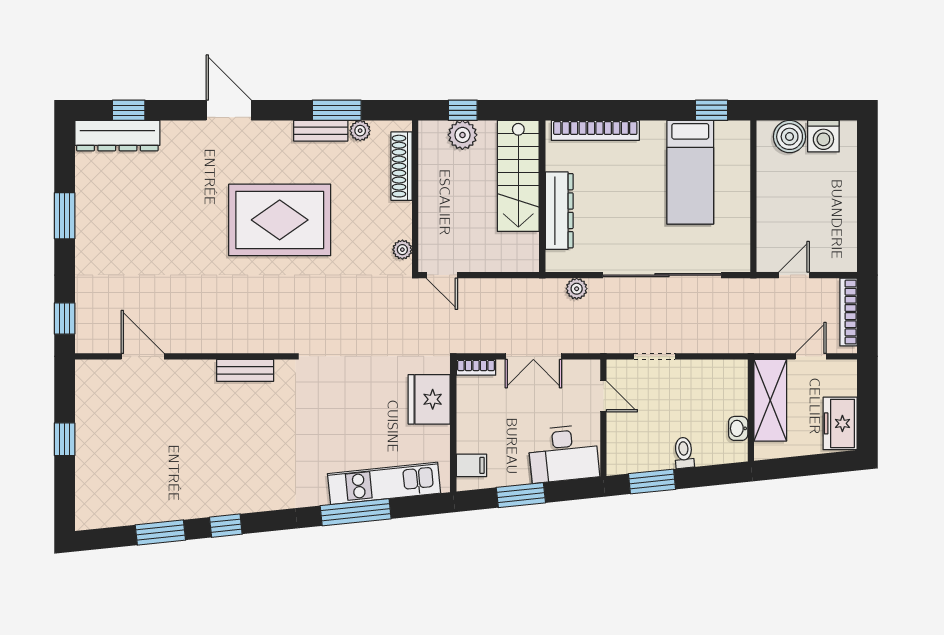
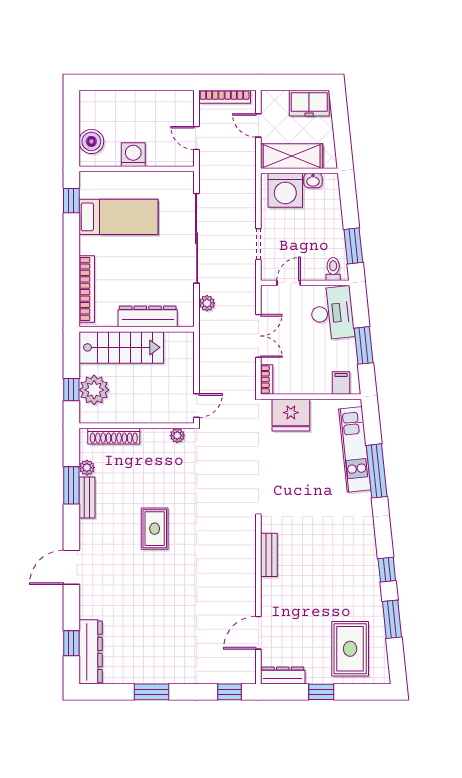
plant: (462, 135) -> (94, 390), width x1.36, depth x1.36
washing machine: (823, 136) -> (133, 155), moved, turned -90
rug: (280, 220) -> (155, 529), width x0.54, depth x0.49
dresser: (86, 389) -> (283, 676), added
washing machine: (725, 392) -> (285, 190), added
toilet: (684, 453) -> (333, 269), moved, turned 96
rug: (122, 477) -> (350, 649), added

